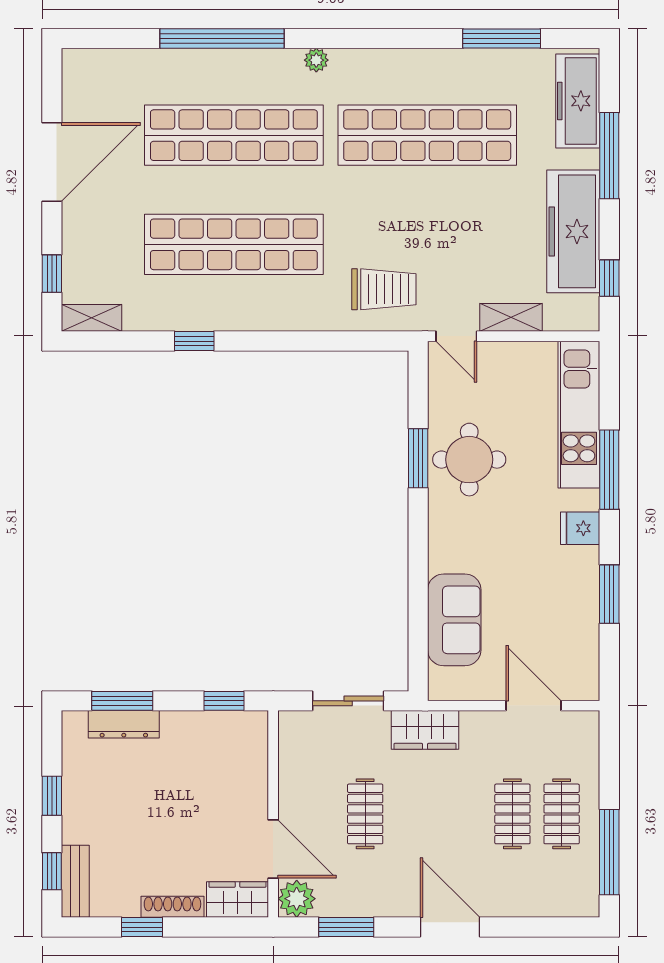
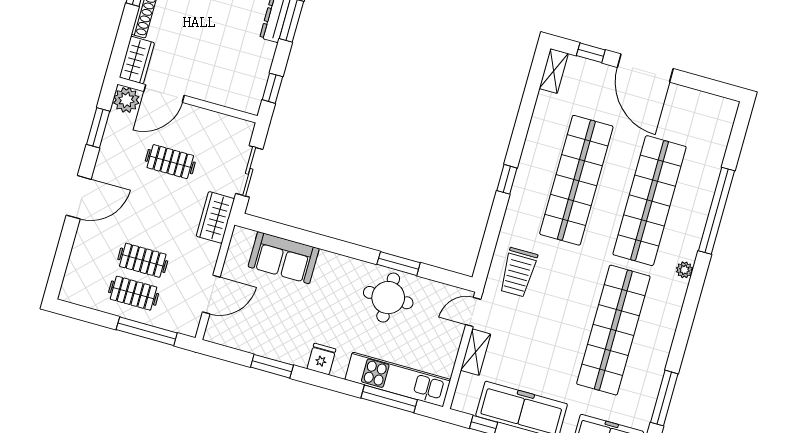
door: (52, 162) -> (645, 68), moved
window: (194, 341) -> (507, 179), moved
window: (609, 470) -> (389, 399), moved
window: (609, 852) -> (147, 331), moved

